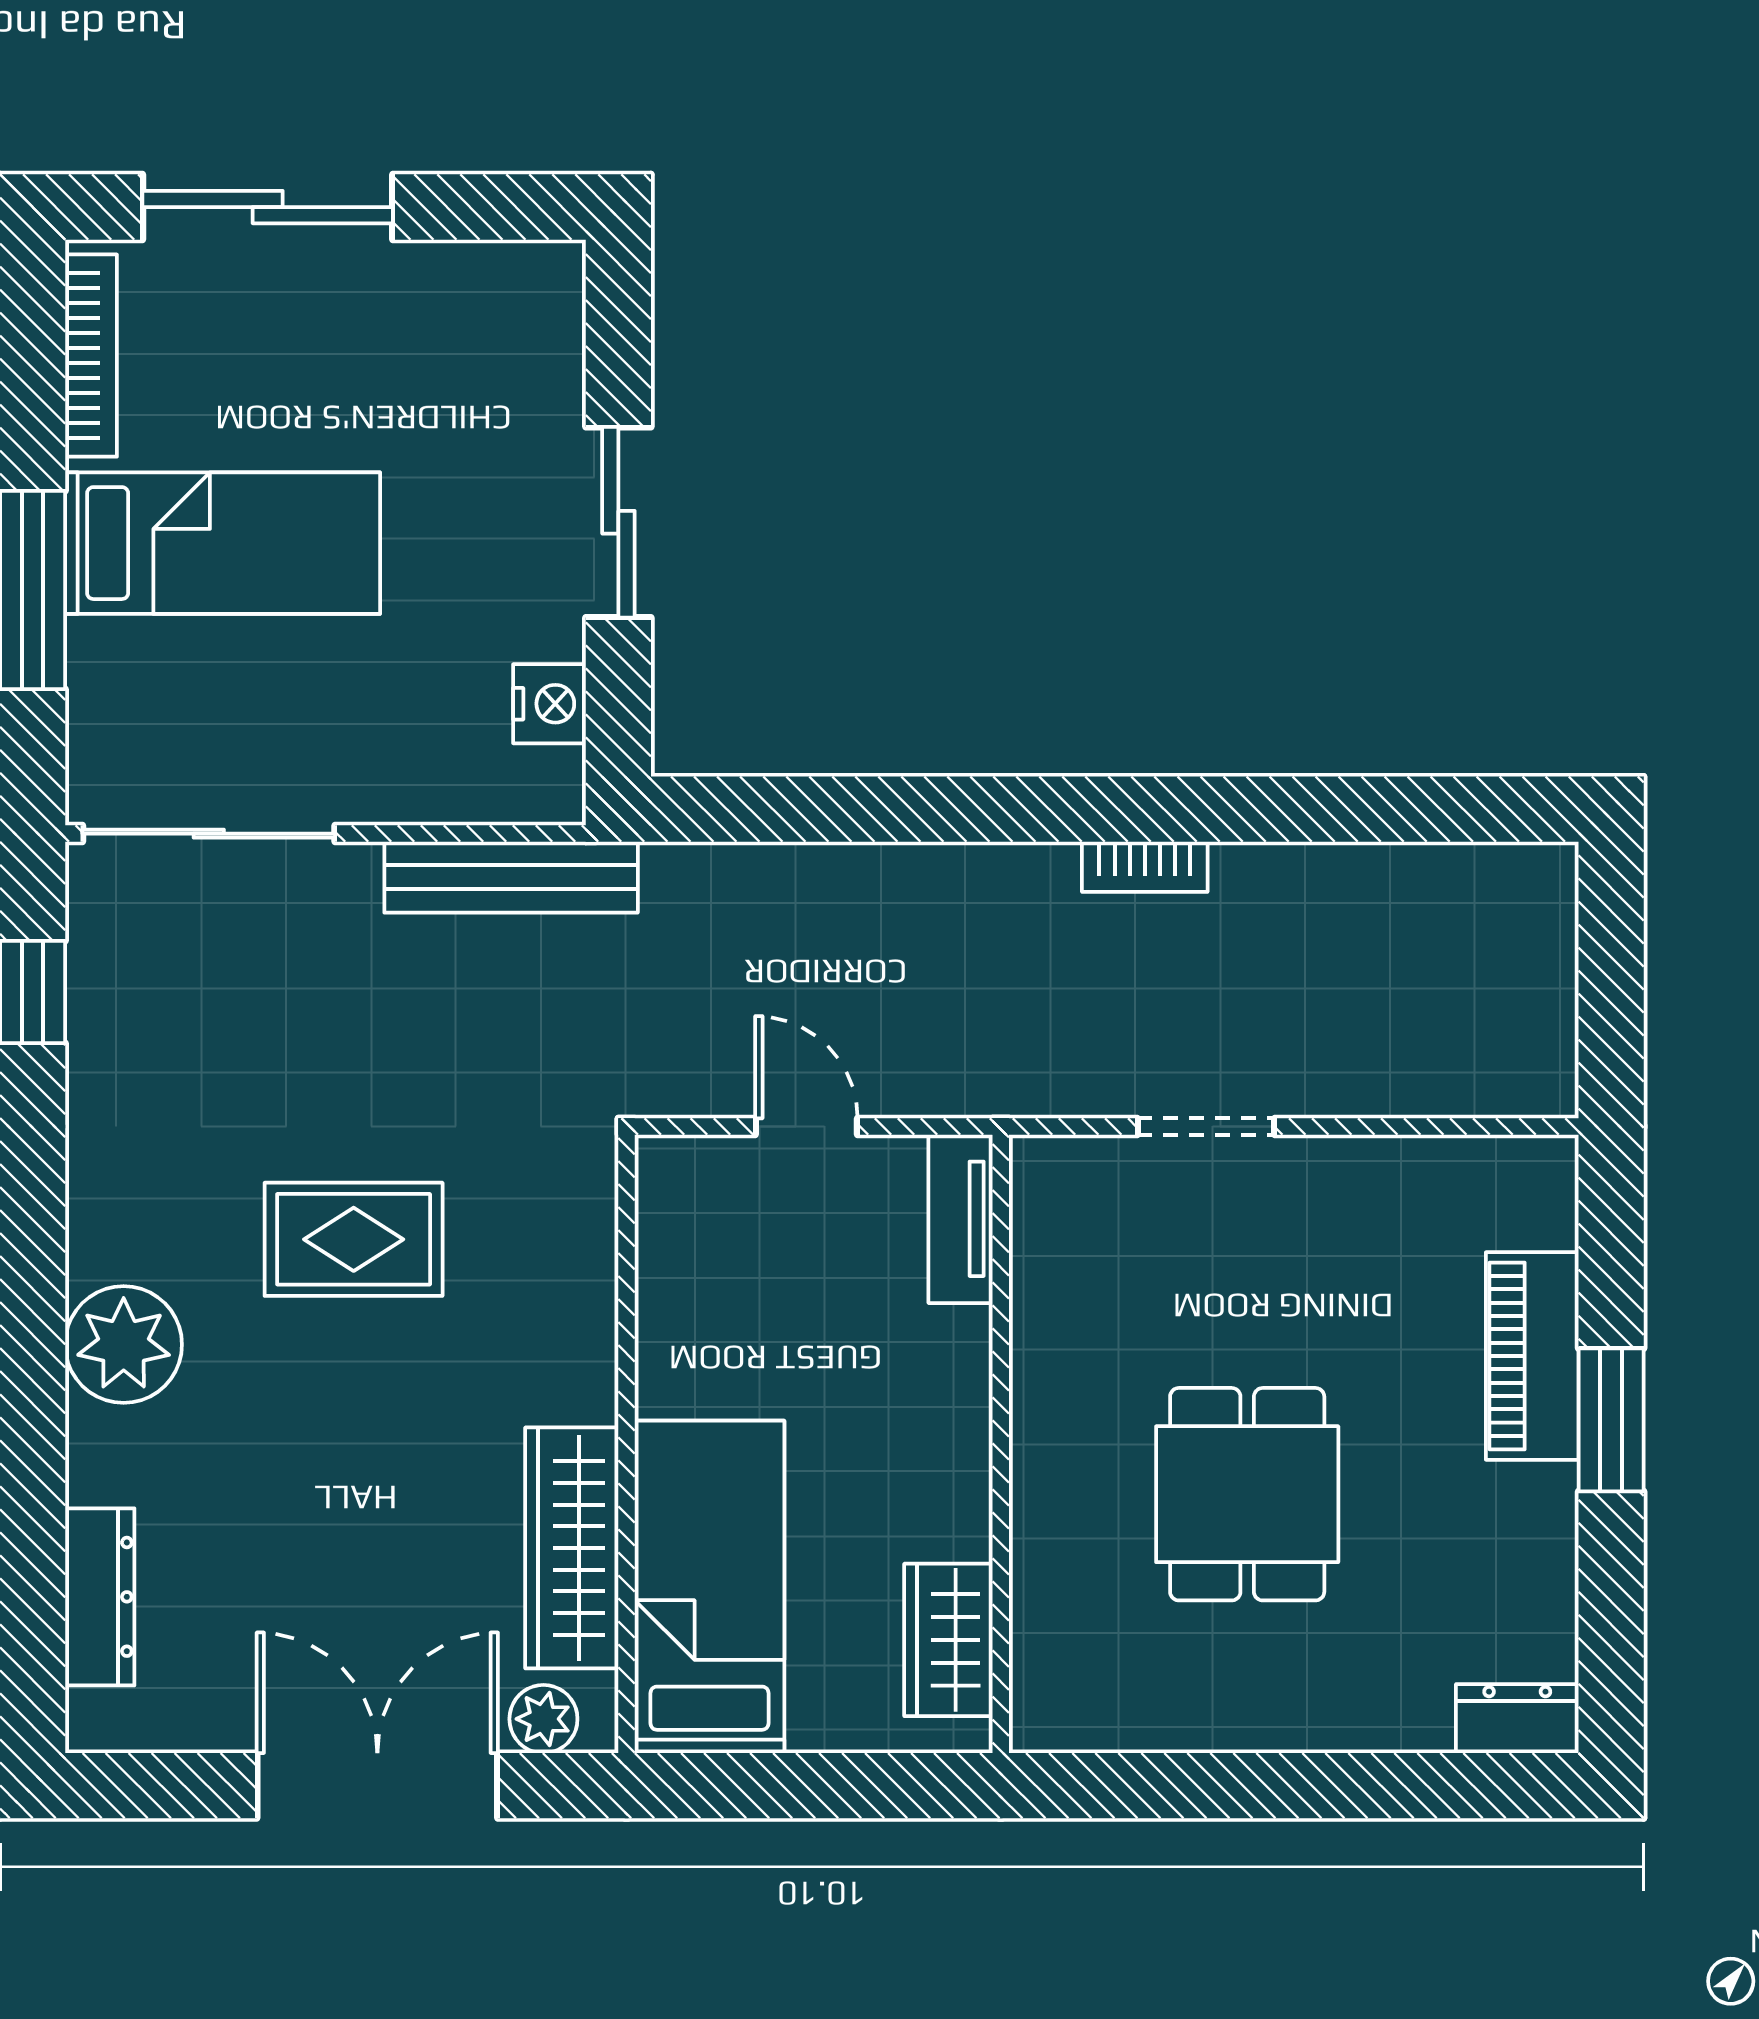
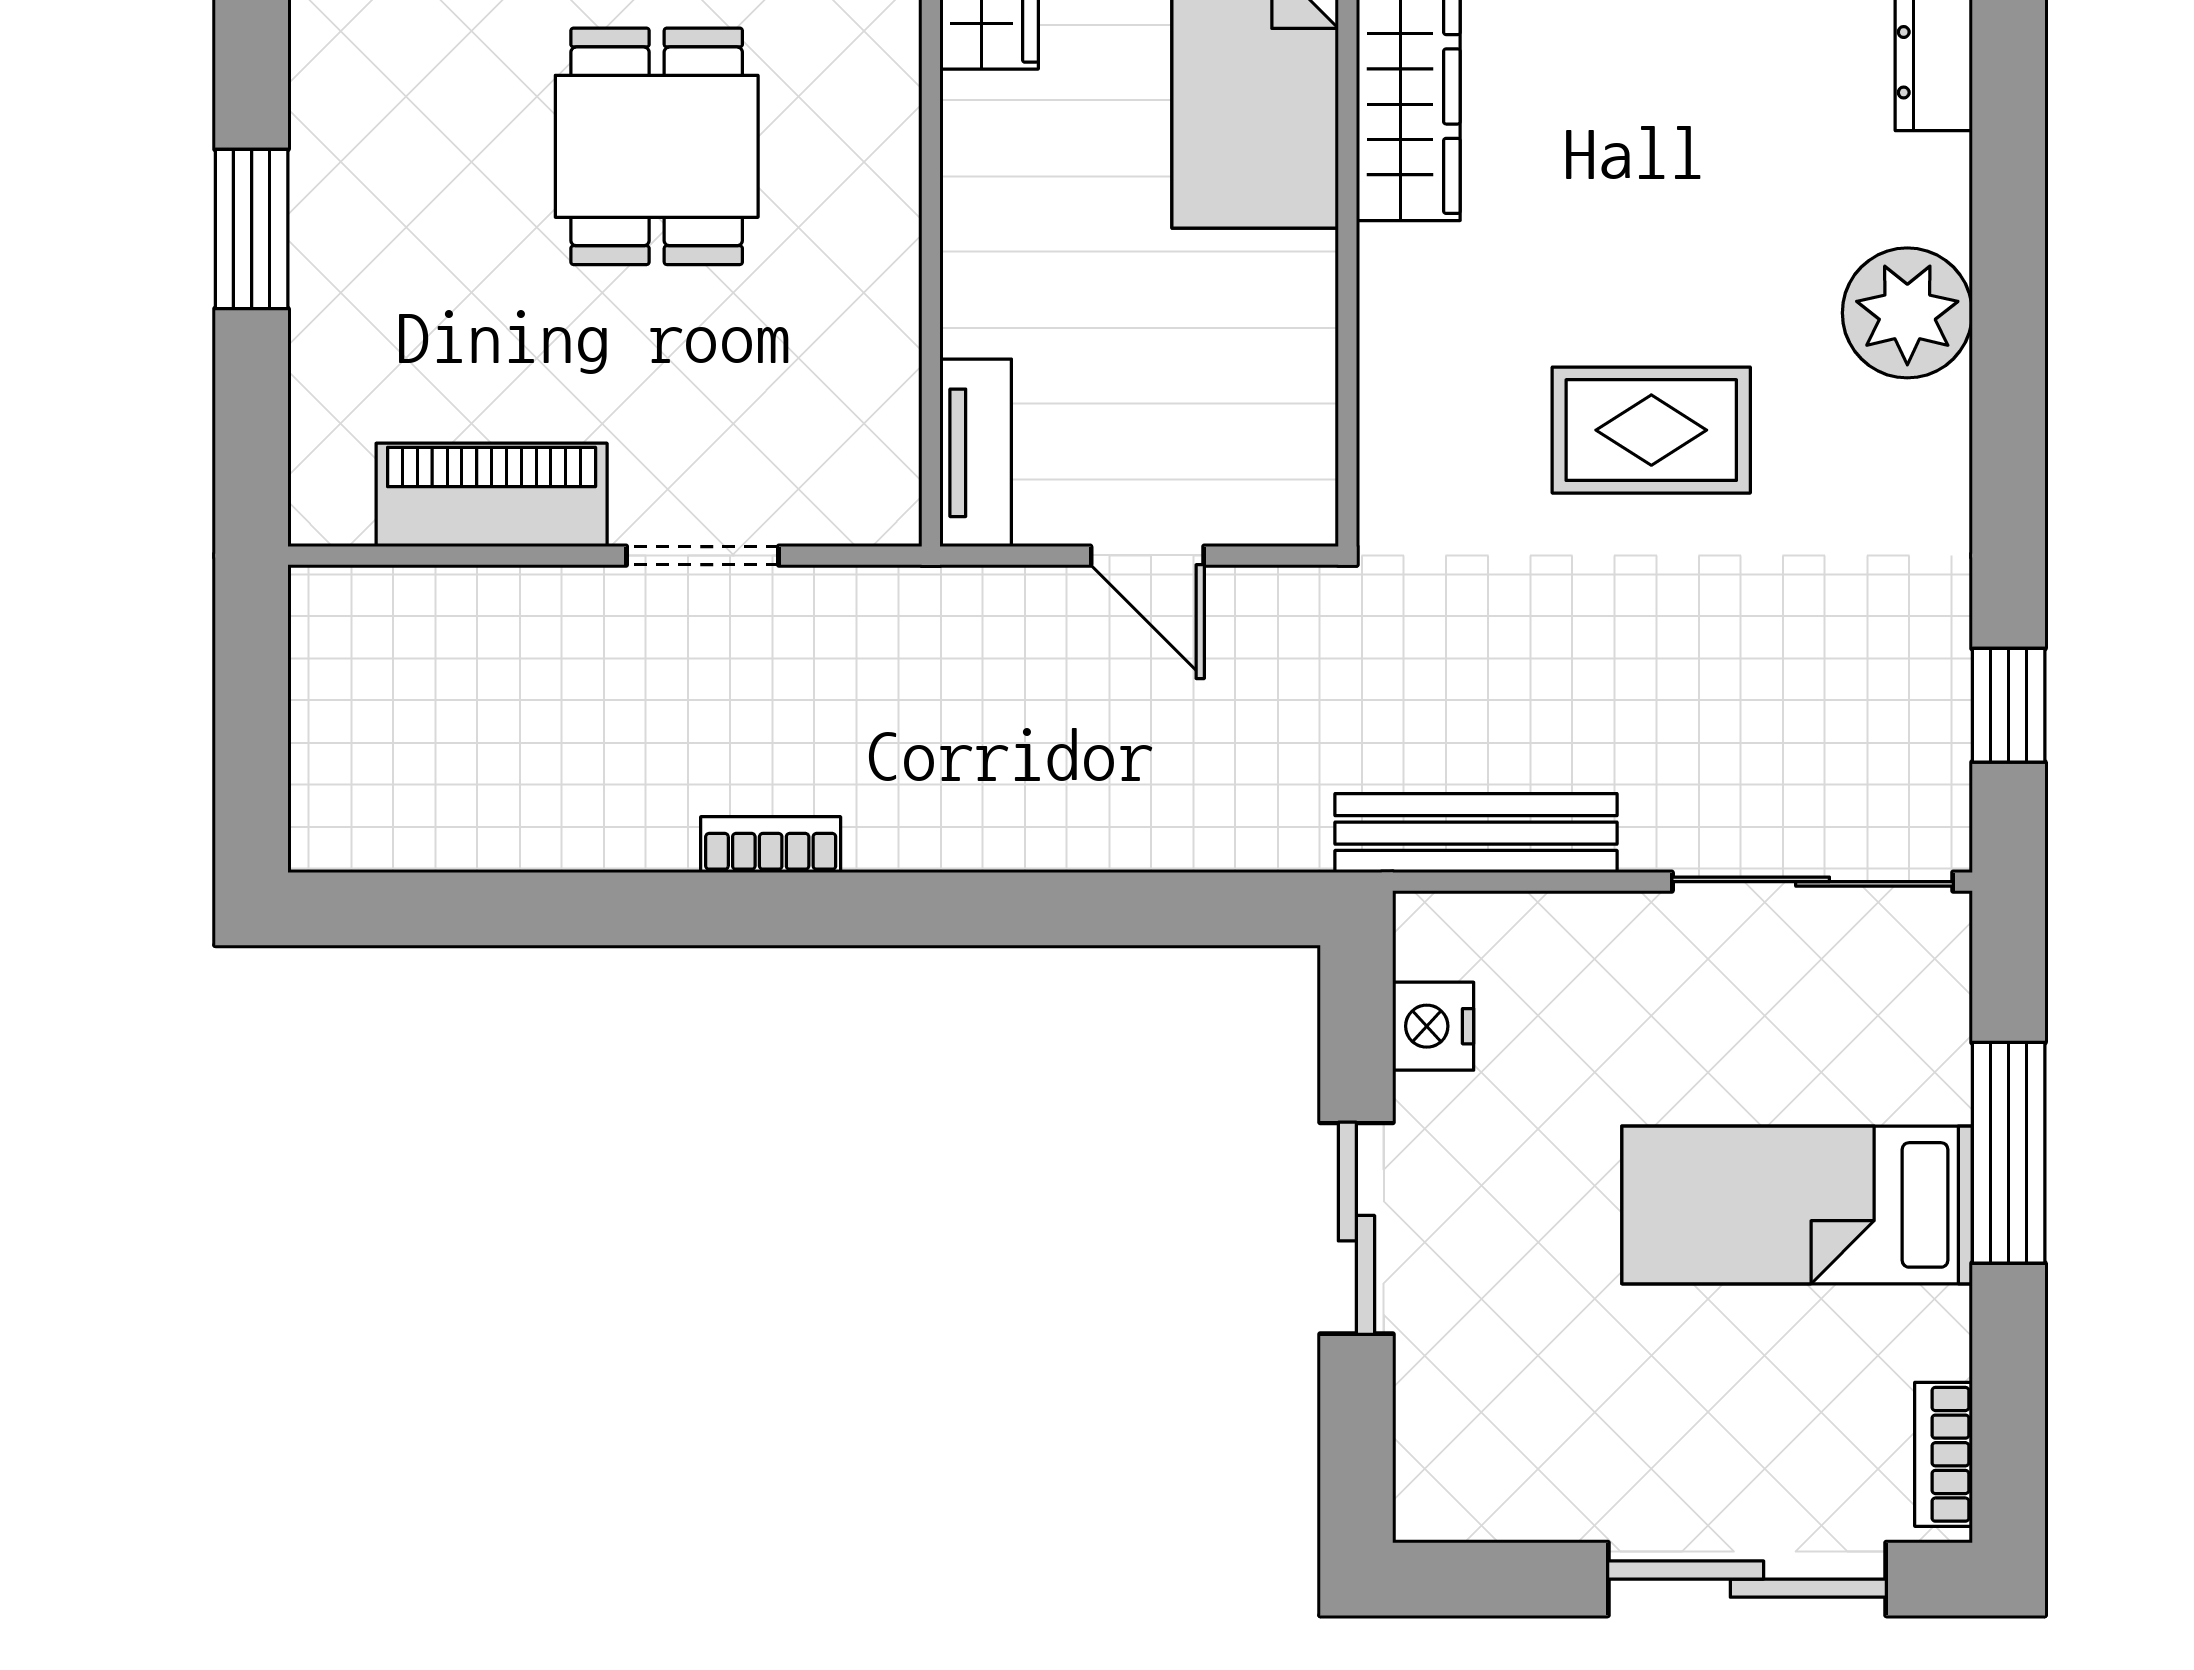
bookcase: (91, 356) -> (1944, 1454), width x0.64
piano: (1532, 1356) -> (492, 495), moved, turned -90

